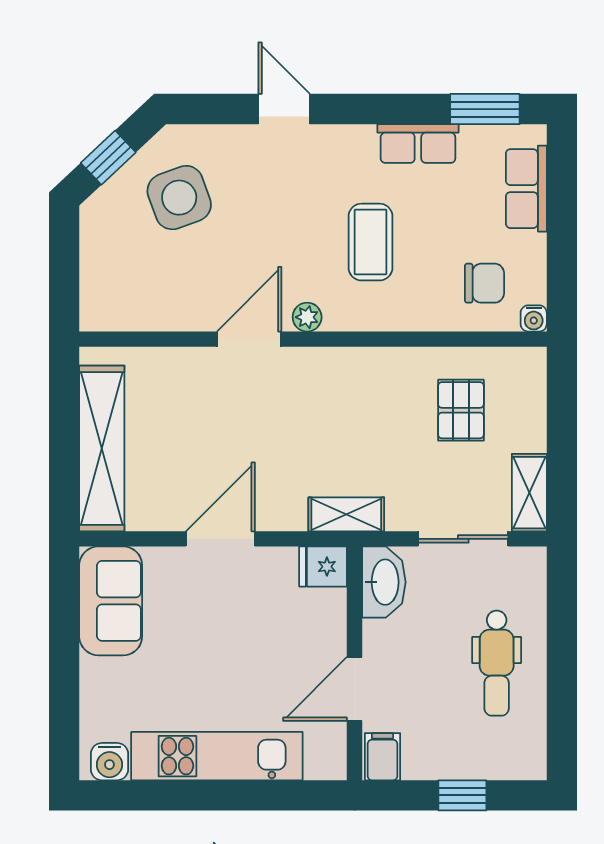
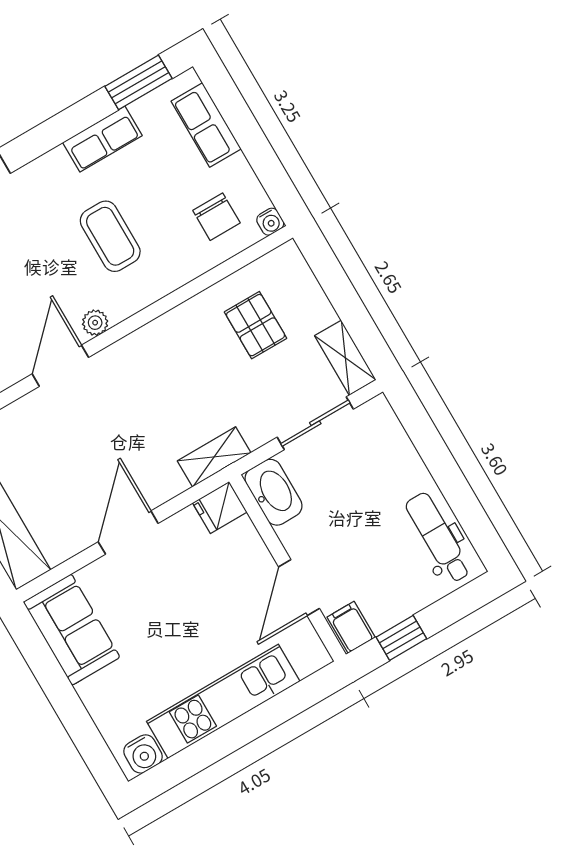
chair: (484, 283) -> (216, 217), turned 90
dental chair: (497, 663) -> (438, 538), moved, turned 180
window: (462, 795) -> (401, 638), moved

